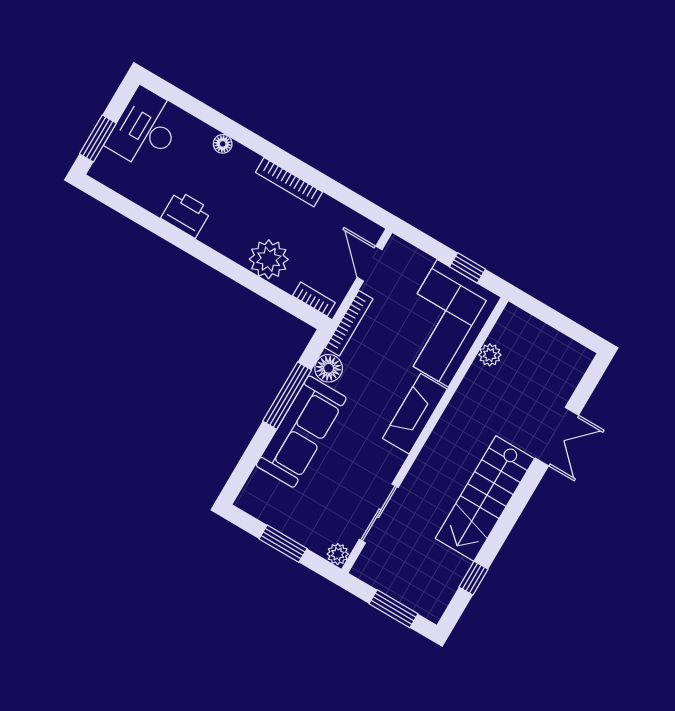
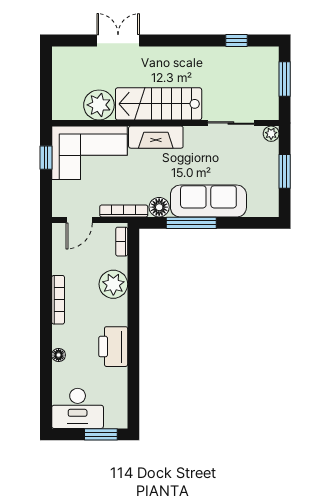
printer: (186, 214) -> (113, 347), width x1.37, depth x1.19
plant: (490, 355) -> (99, 105), width x1.87, depth x1.87
stairs: (485, 499) -> (159, 104), moved, turned 180

